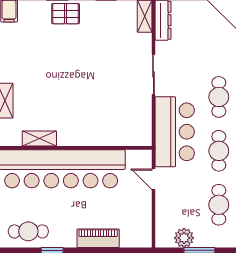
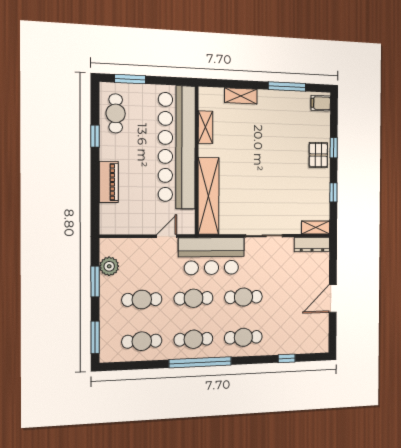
shelving: (111, 135) -> (208, 196), added

